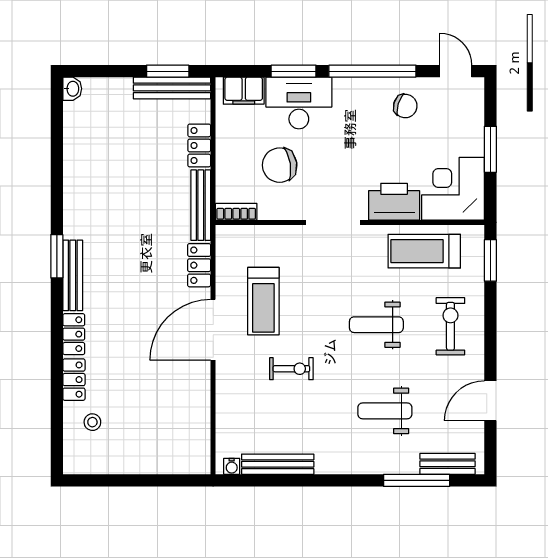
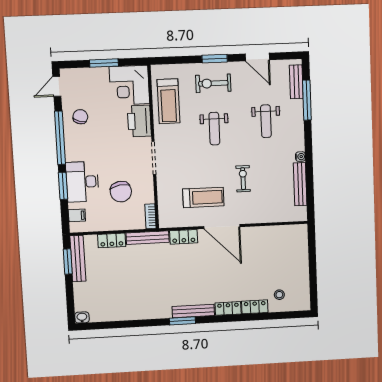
filing cabinet: (244, 91) -> (77, 215), width x0.50
window: (490, 260) -> (215, 59), moved
water cooler: (232, 466) -> (300, 157), moved

